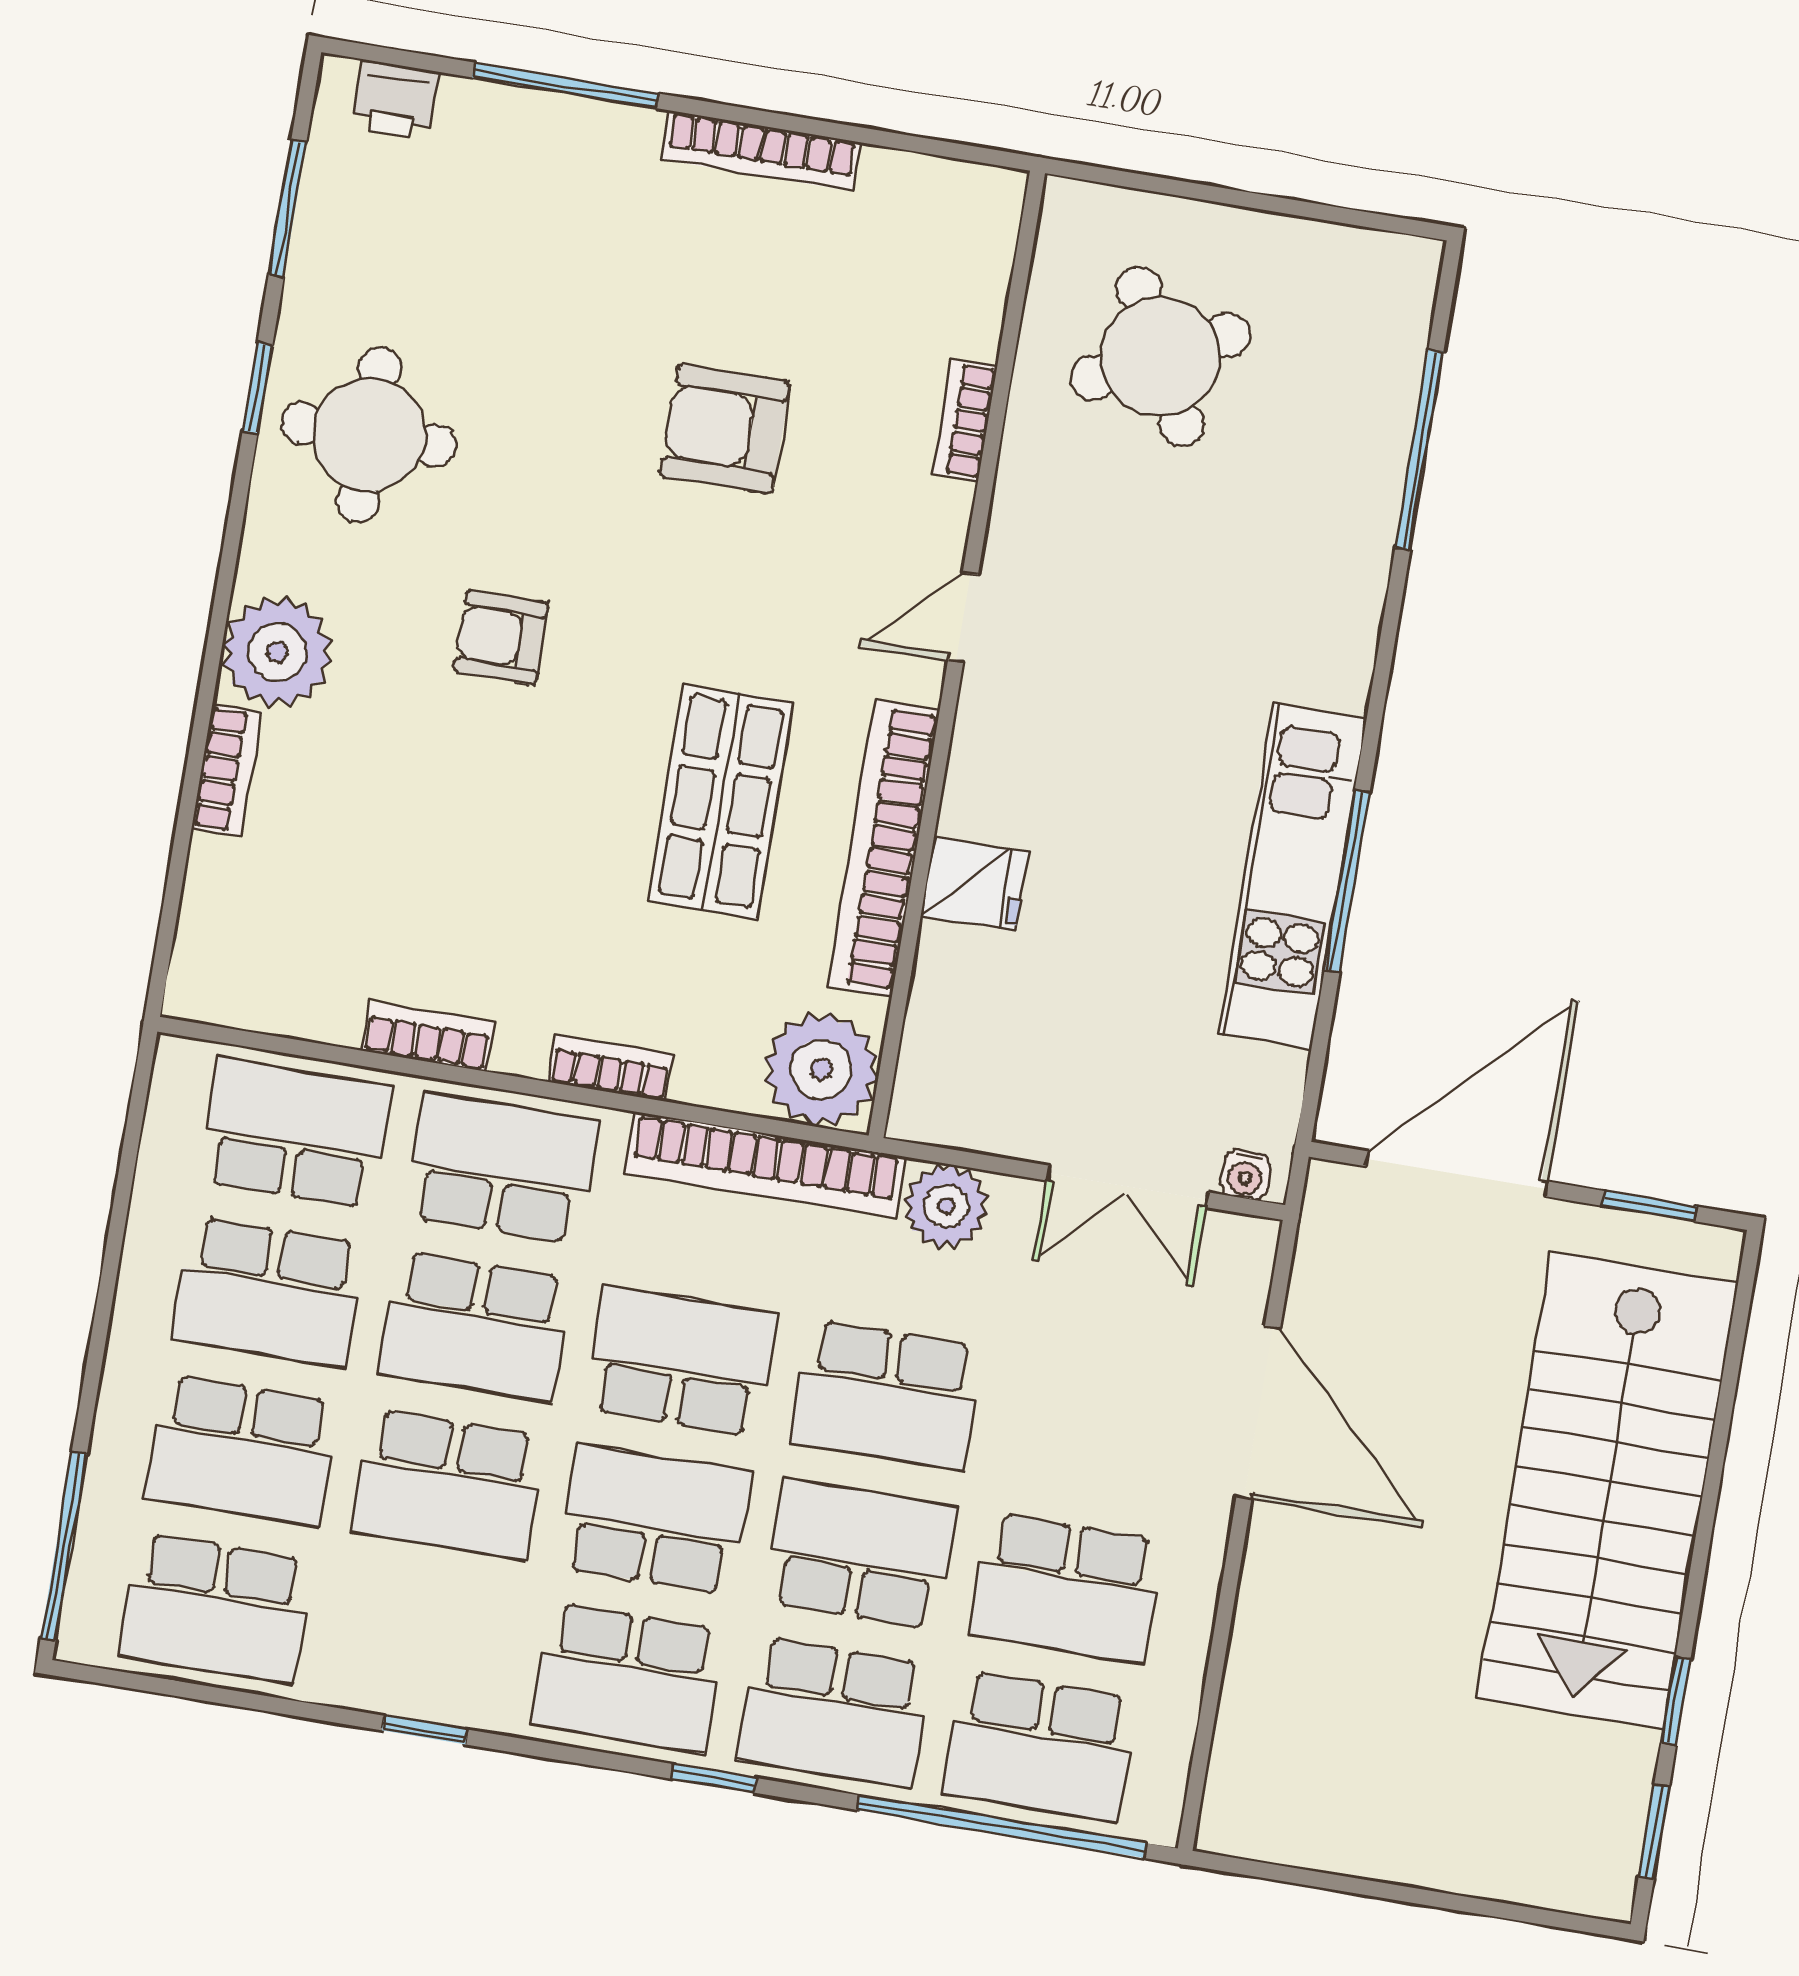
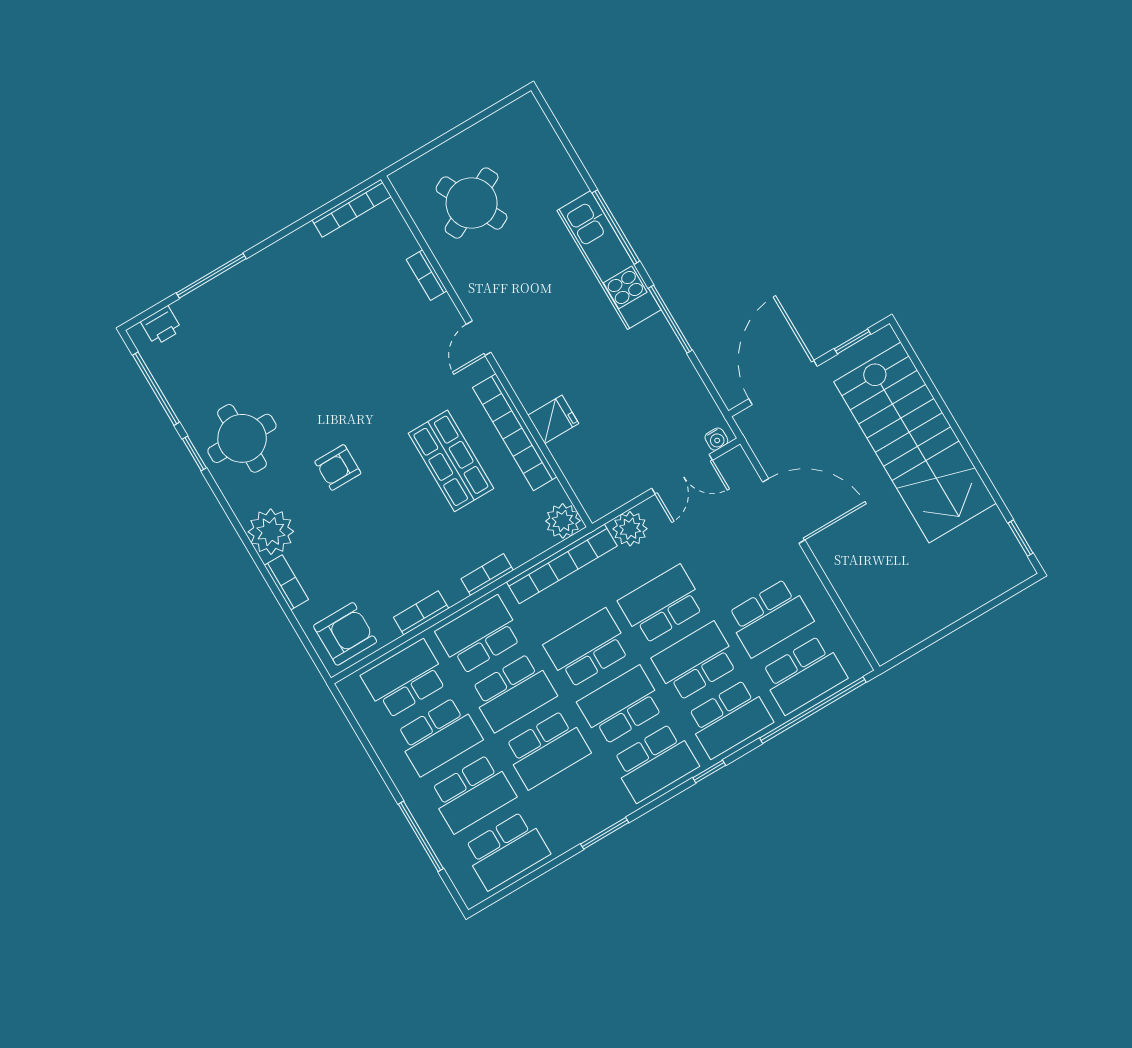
bookcase: (761, 151) -> (352, 208), moved
window: (287, 209) -> (156, 389), width x1.44
armchair: (725, 429) -> (345, 634), moved, turned 180
window: (1419, 449) -> (616, 227), moved
kitchen unit: (1293, 876) -> (609, 260), moved
plant: (821, 1069) -> (563, 521), width x0.73, depth x0.73
school desk: (887, 1395) -> (662, 604), turned 180
window: (64, 1546) -> (421, 836), moved
window: (1676, 1701) -> (993, 491), removed
window: (425, 1730) -> (605, 833), width x1.50

